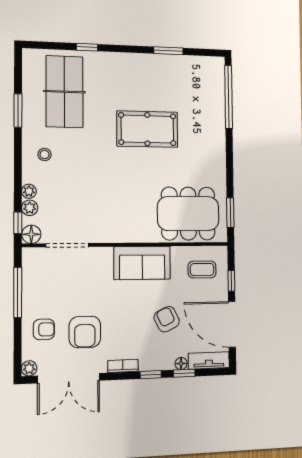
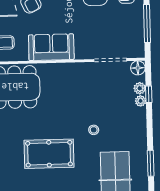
stool: (45, 154) -> (94, 130), moved
window: (18, 223) -> (149, 94), moved

